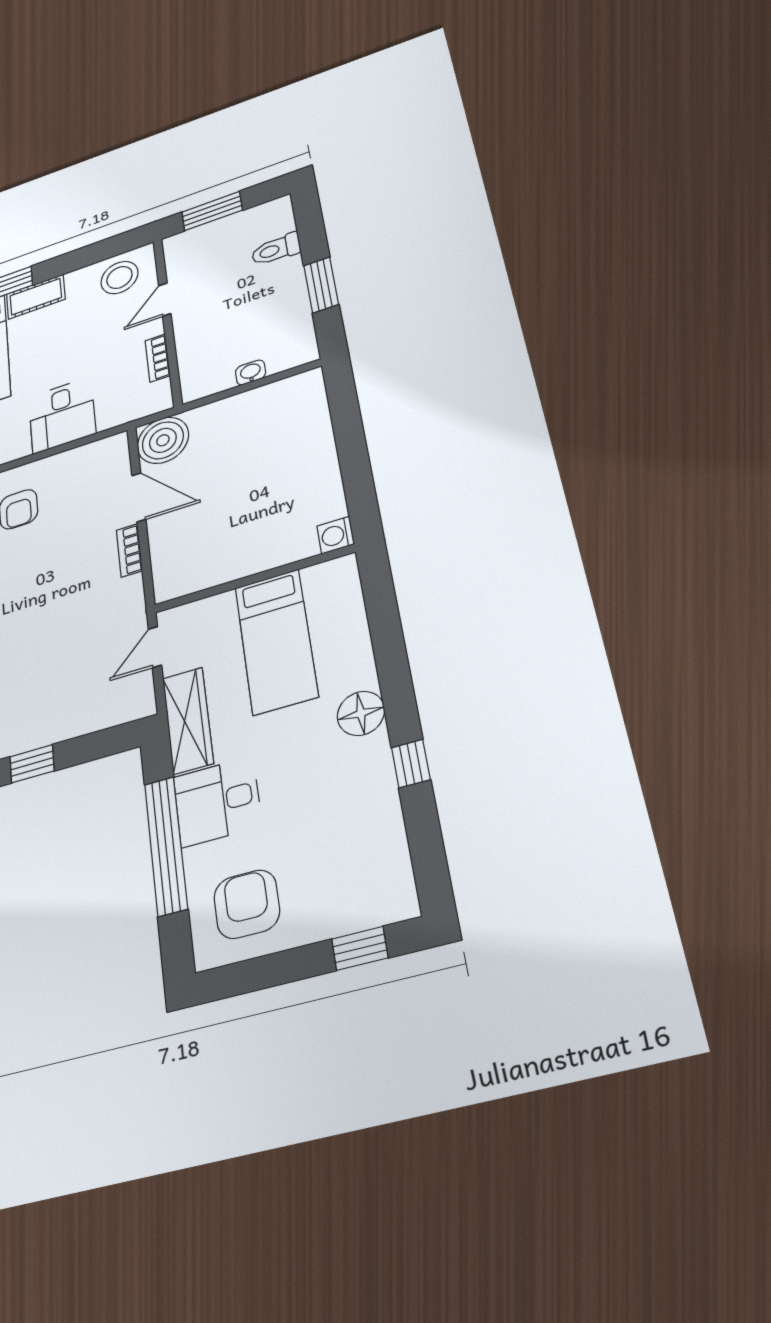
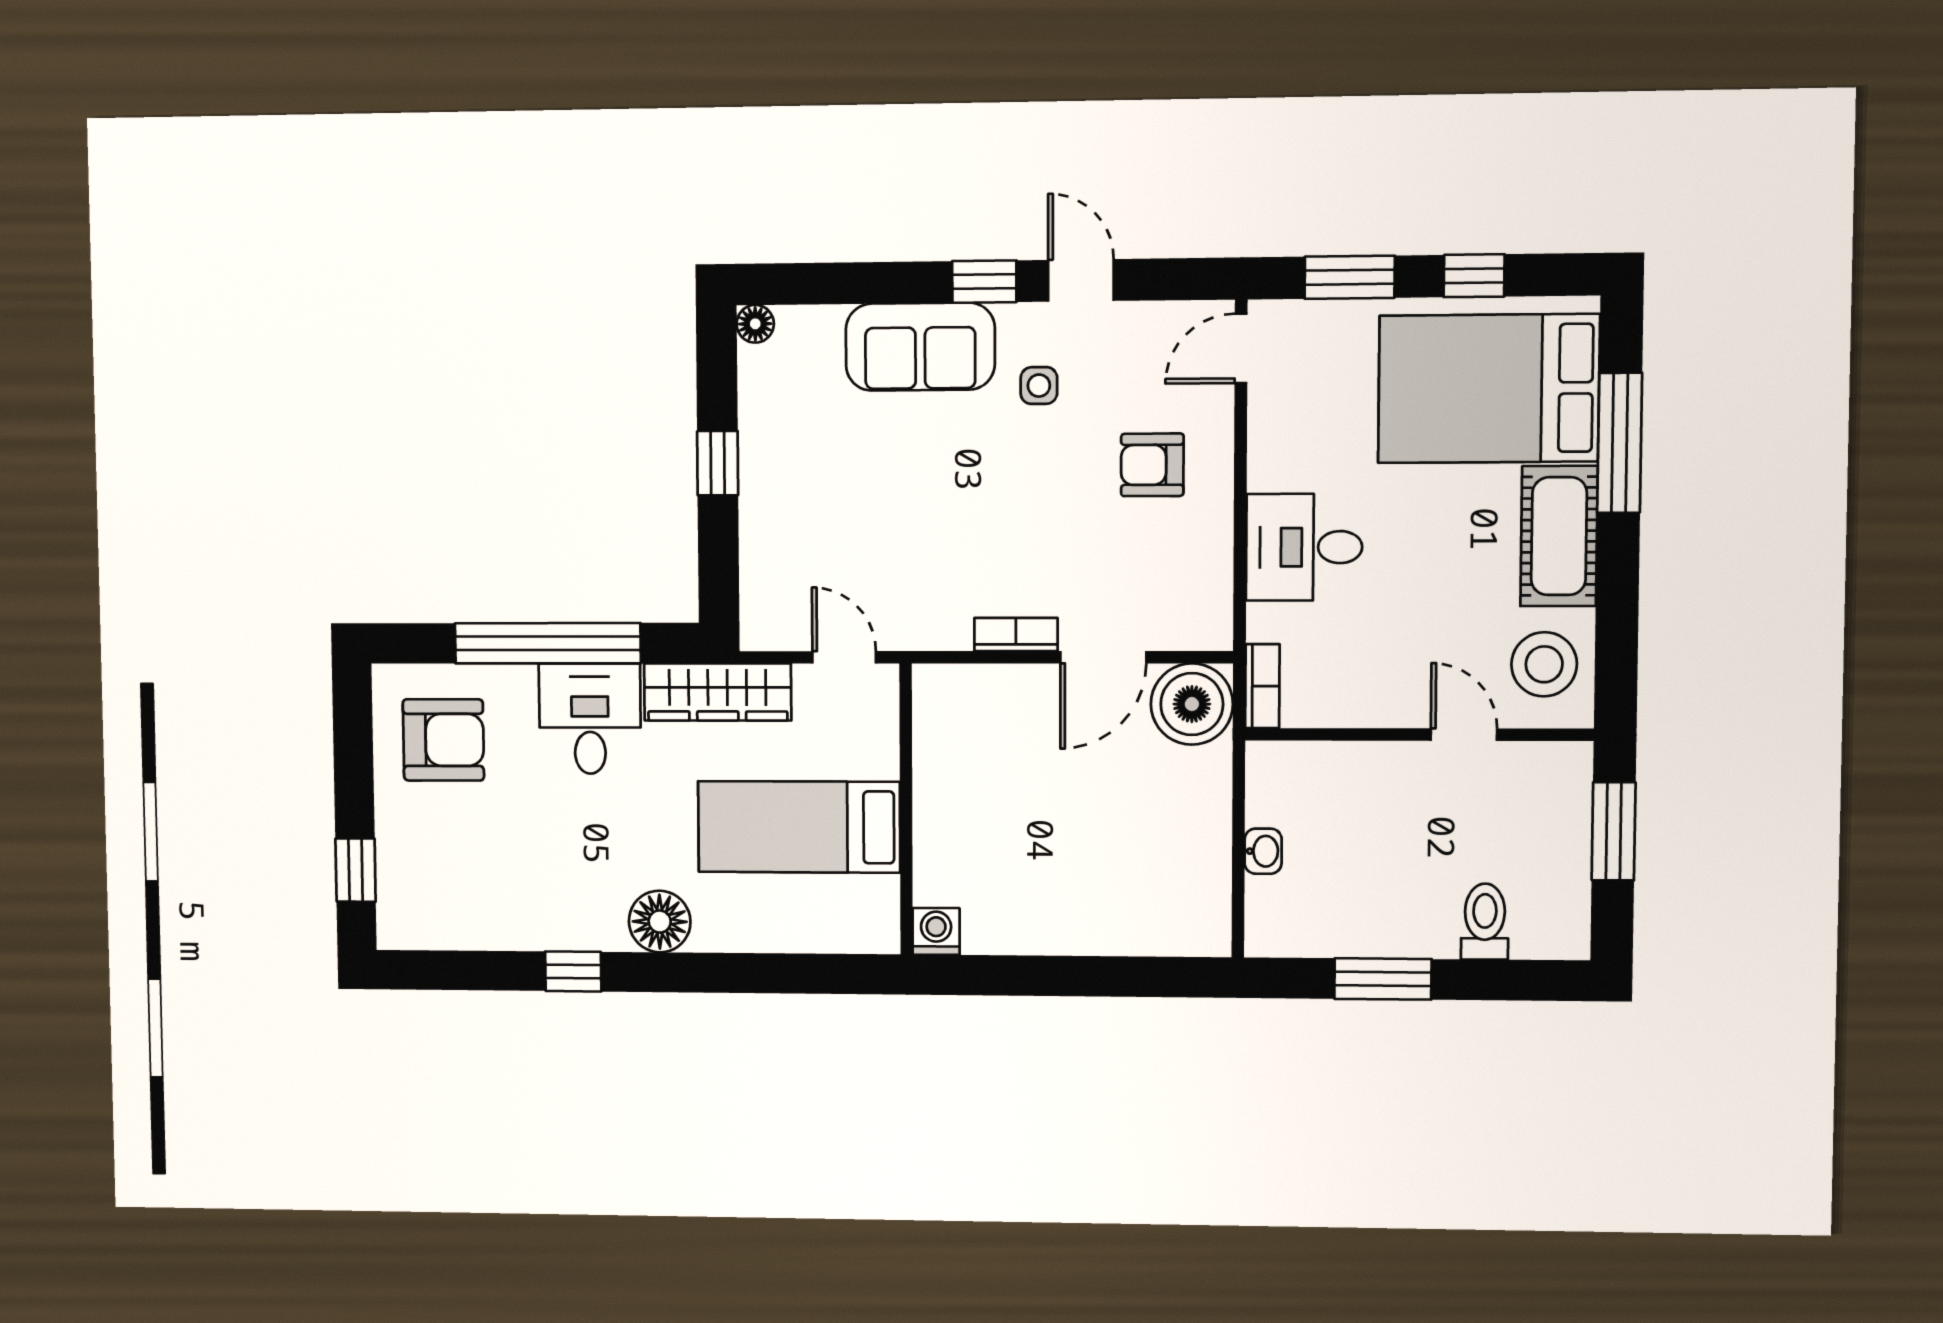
cot: (36, 297) -> (1559, 536), width x1.37, depth x1.34
bookcase: (158, 358) -> (1262, 686), moved, turned 90

